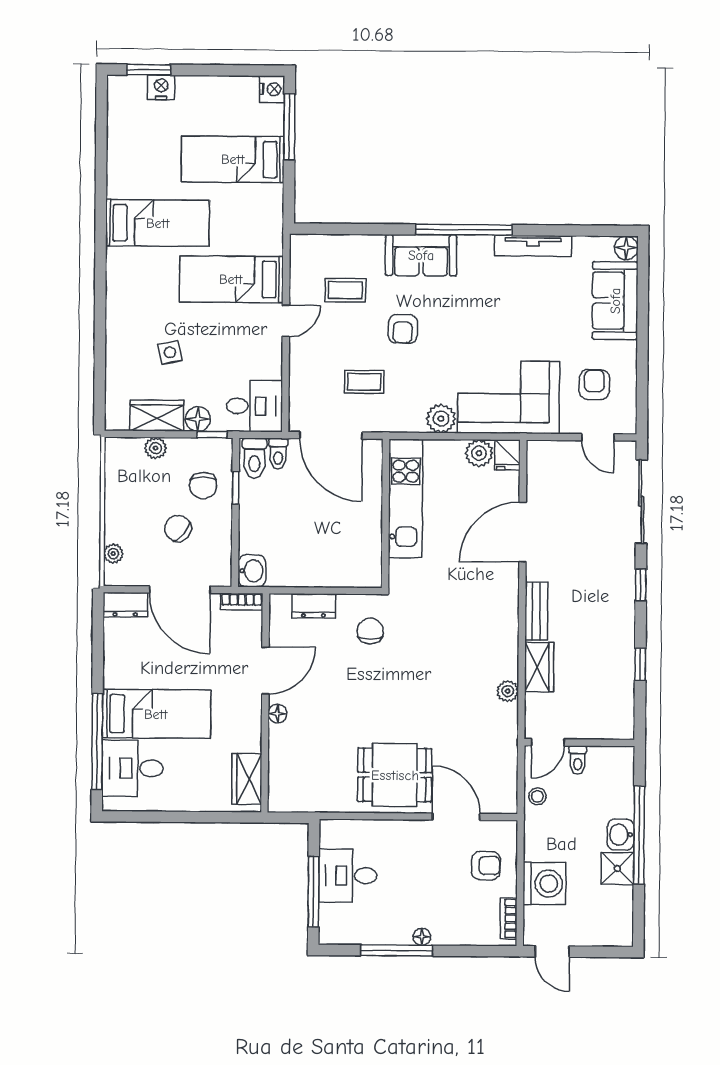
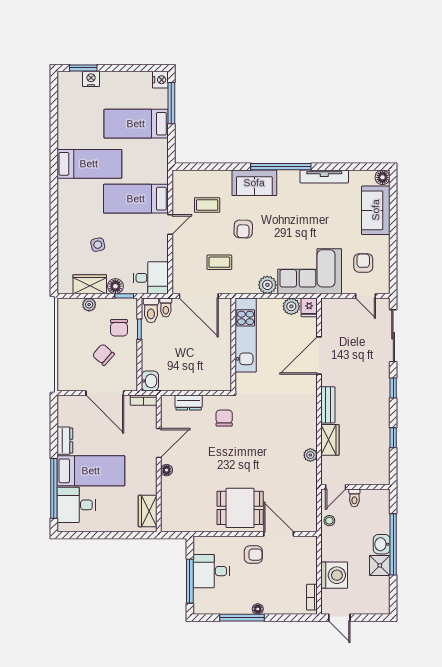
plant: (113, 554) -> (63, 371), removed
dresser: (125, 605) -> (65, 441), moved, turned -90
armchair: (486, 866) -> (253, 555), moved

